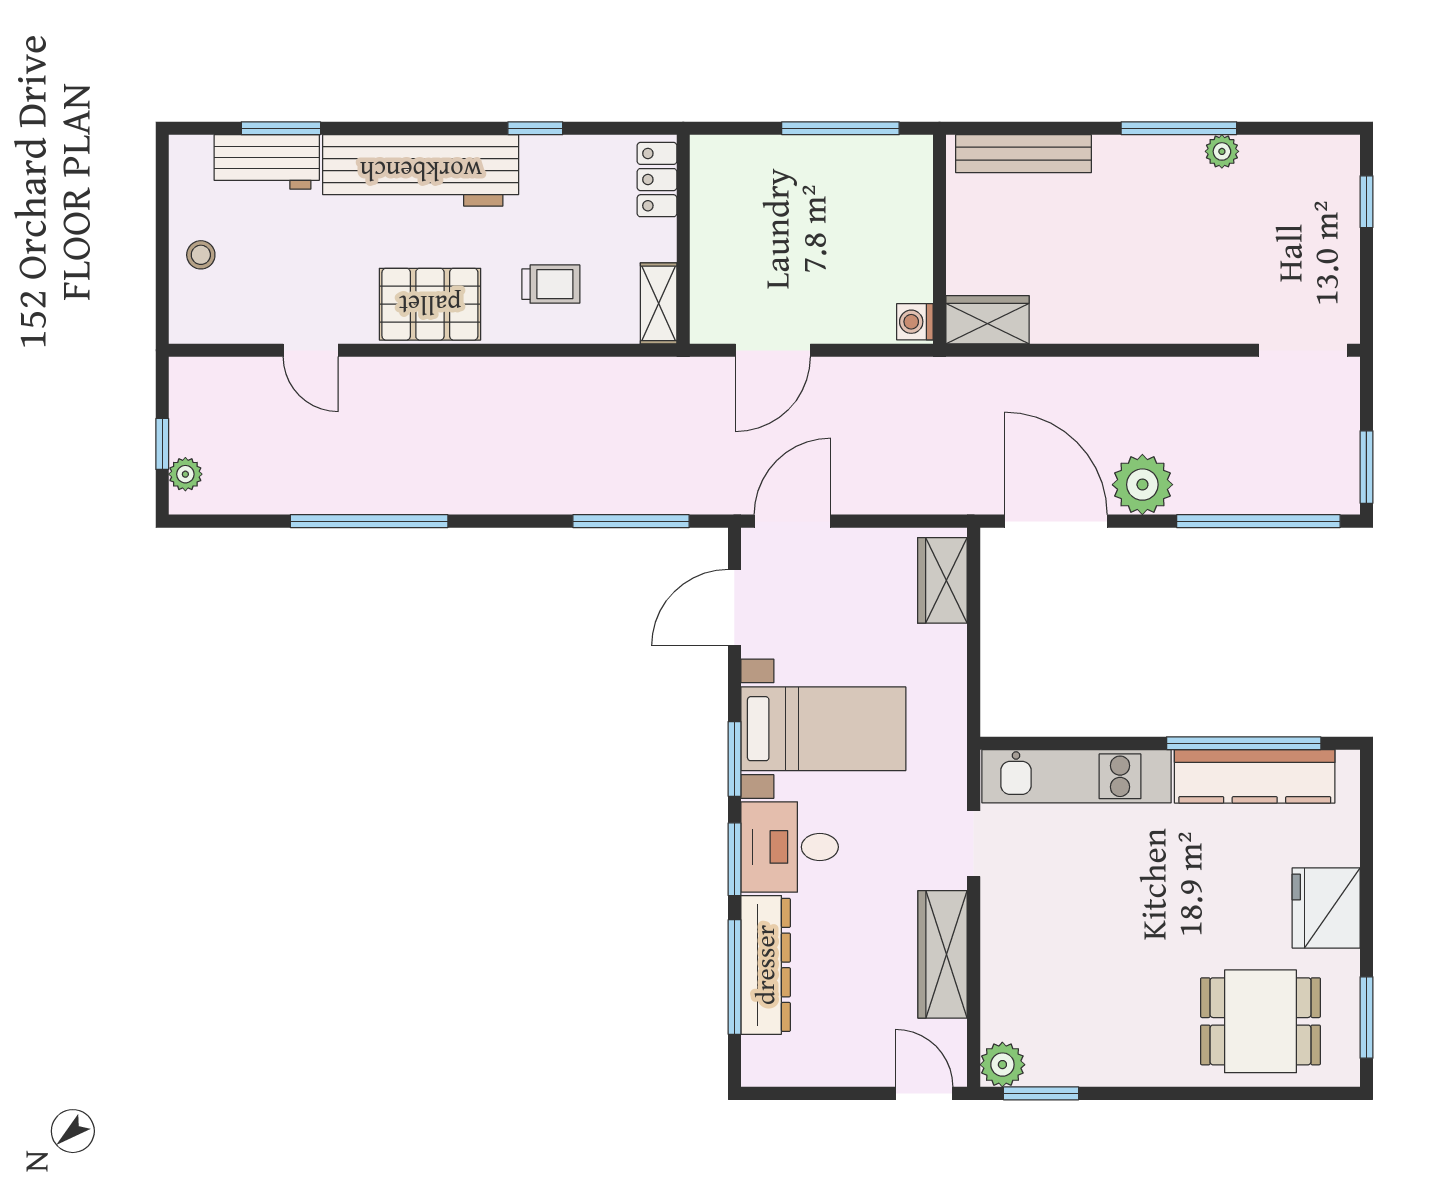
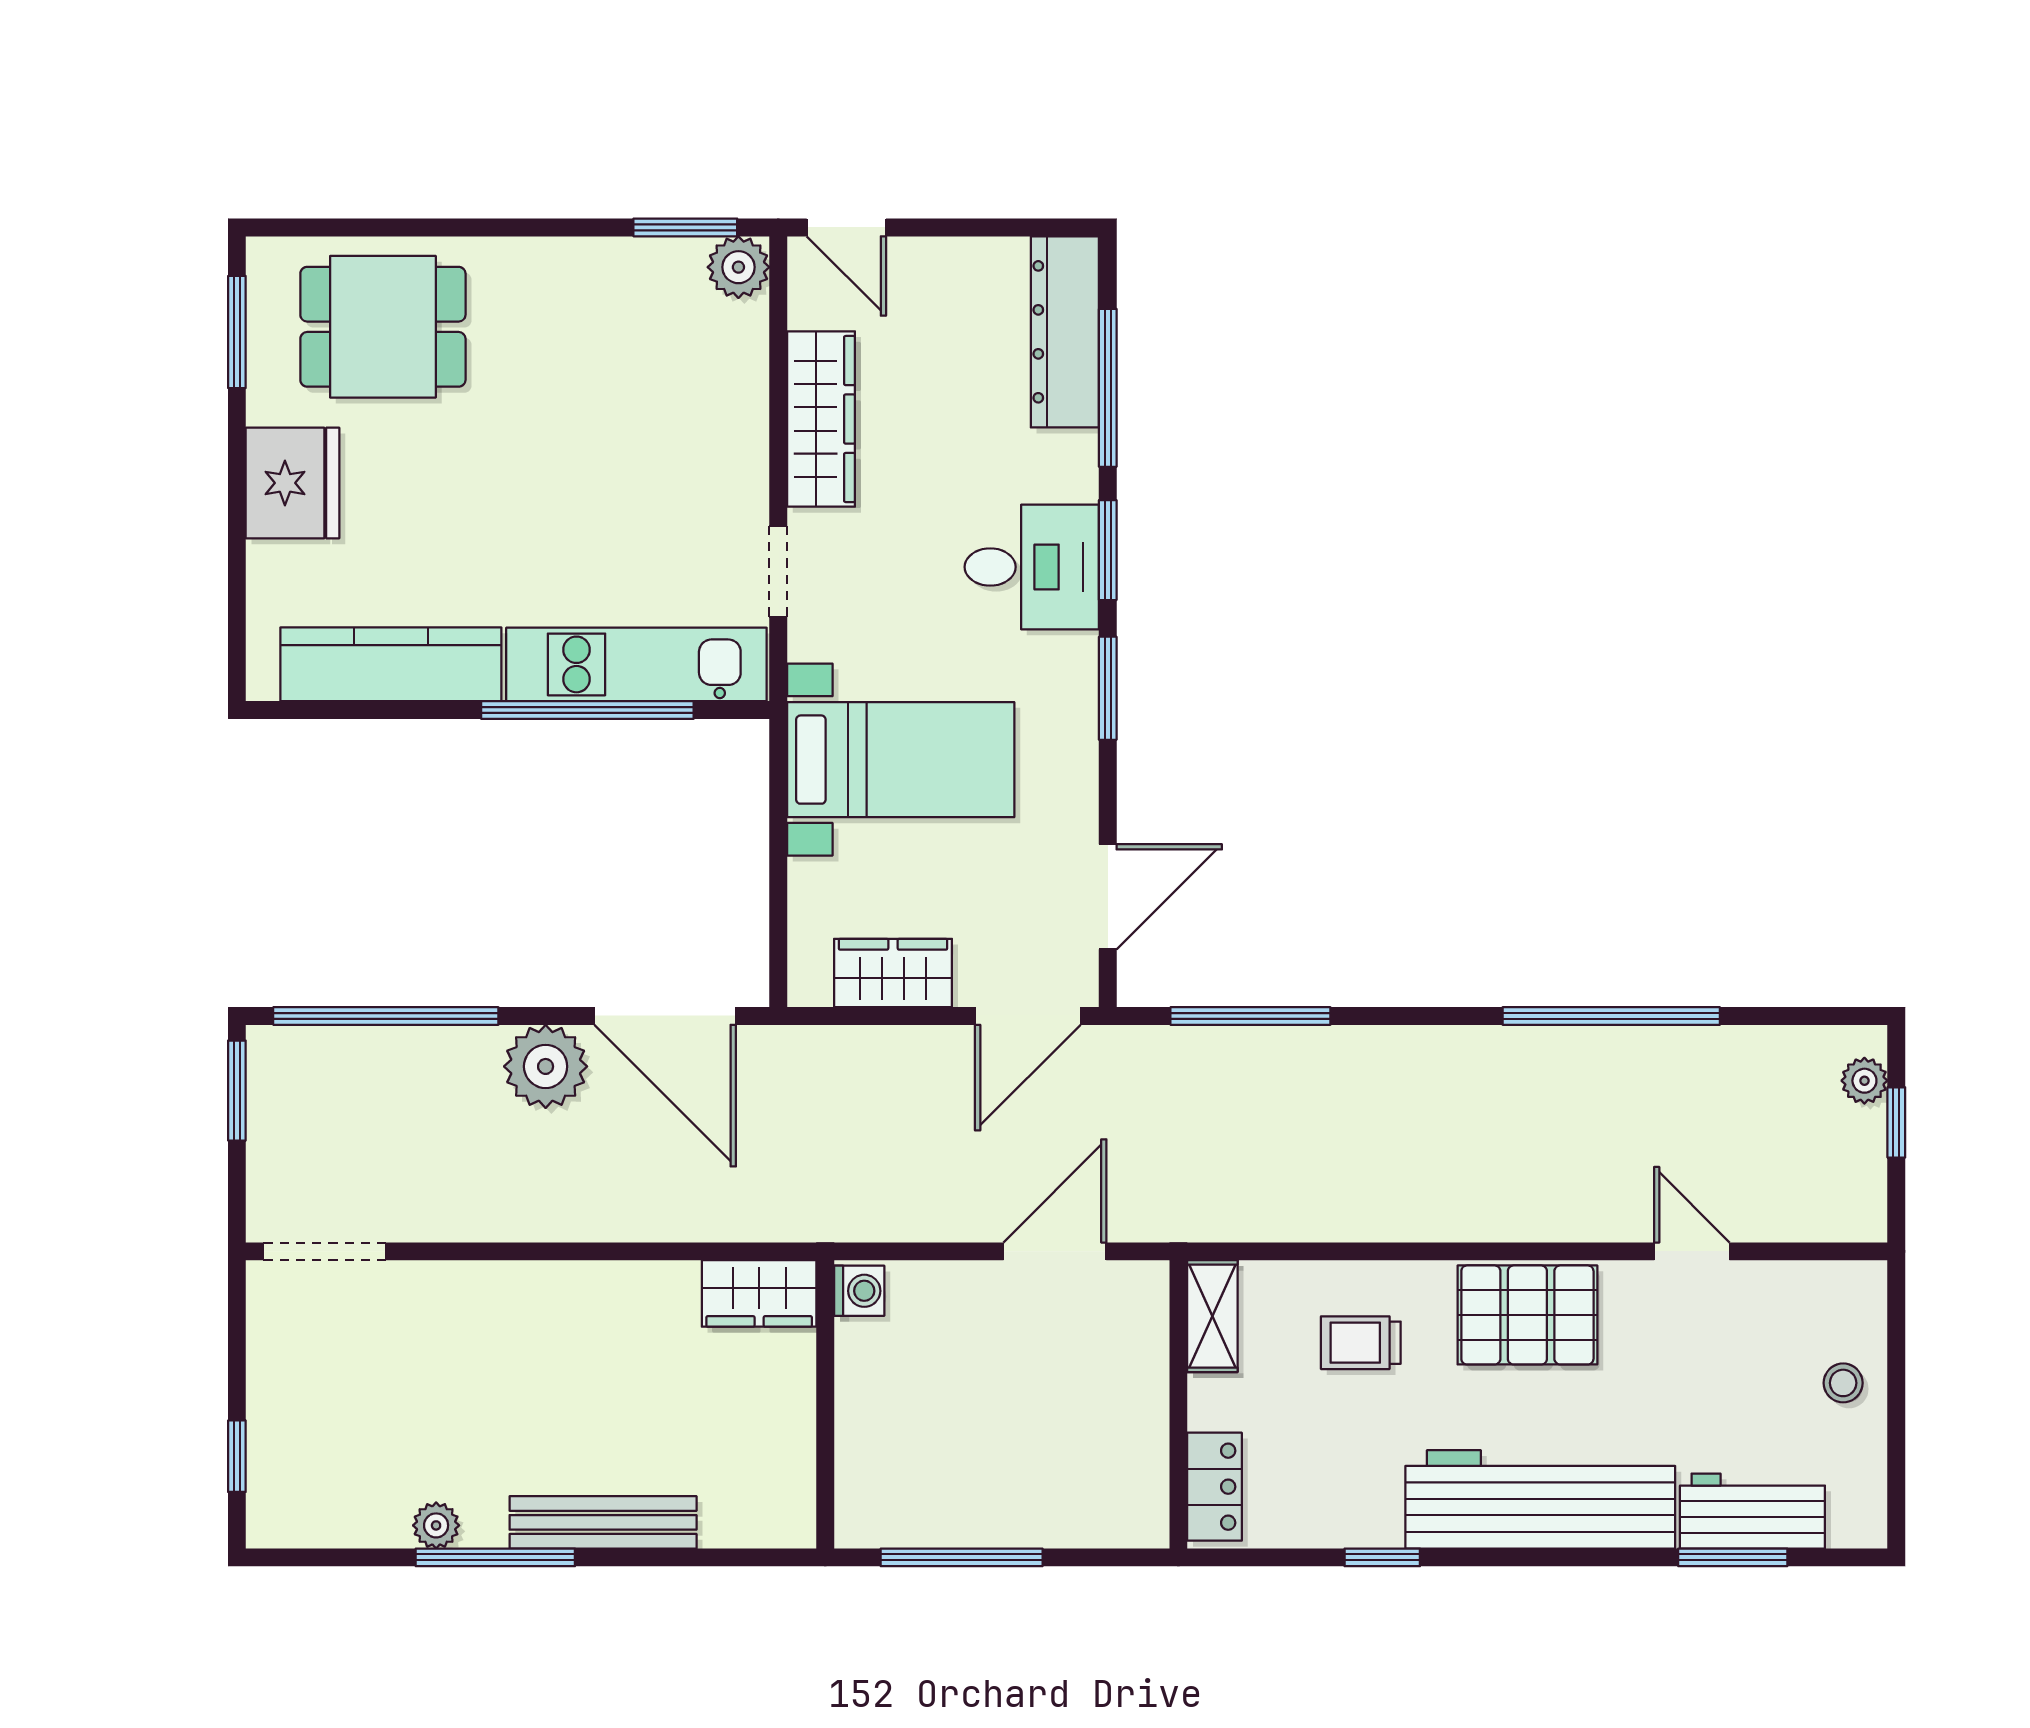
bench: (1024, 154) -> (603, 1522), moved
wardrobe: (942, 580) -> (893, 973), moved, turned -90
bed with nightstands: (823, 729) -> (901, 760), moved, turned 180
window: (1244, 743) -> (587, 710), moved
dresser: (766, 965) -> (1065, 332), moved

